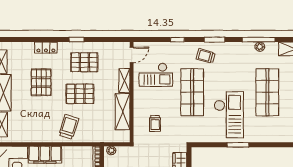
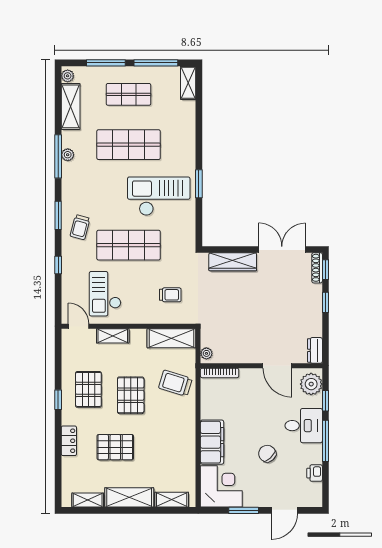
checkout: (156, 75) -> (105, 294), turned 180
shelving: (123, 112) -> (171, 338), moved
trolley: (69, 127) -> (175, 383), moved

